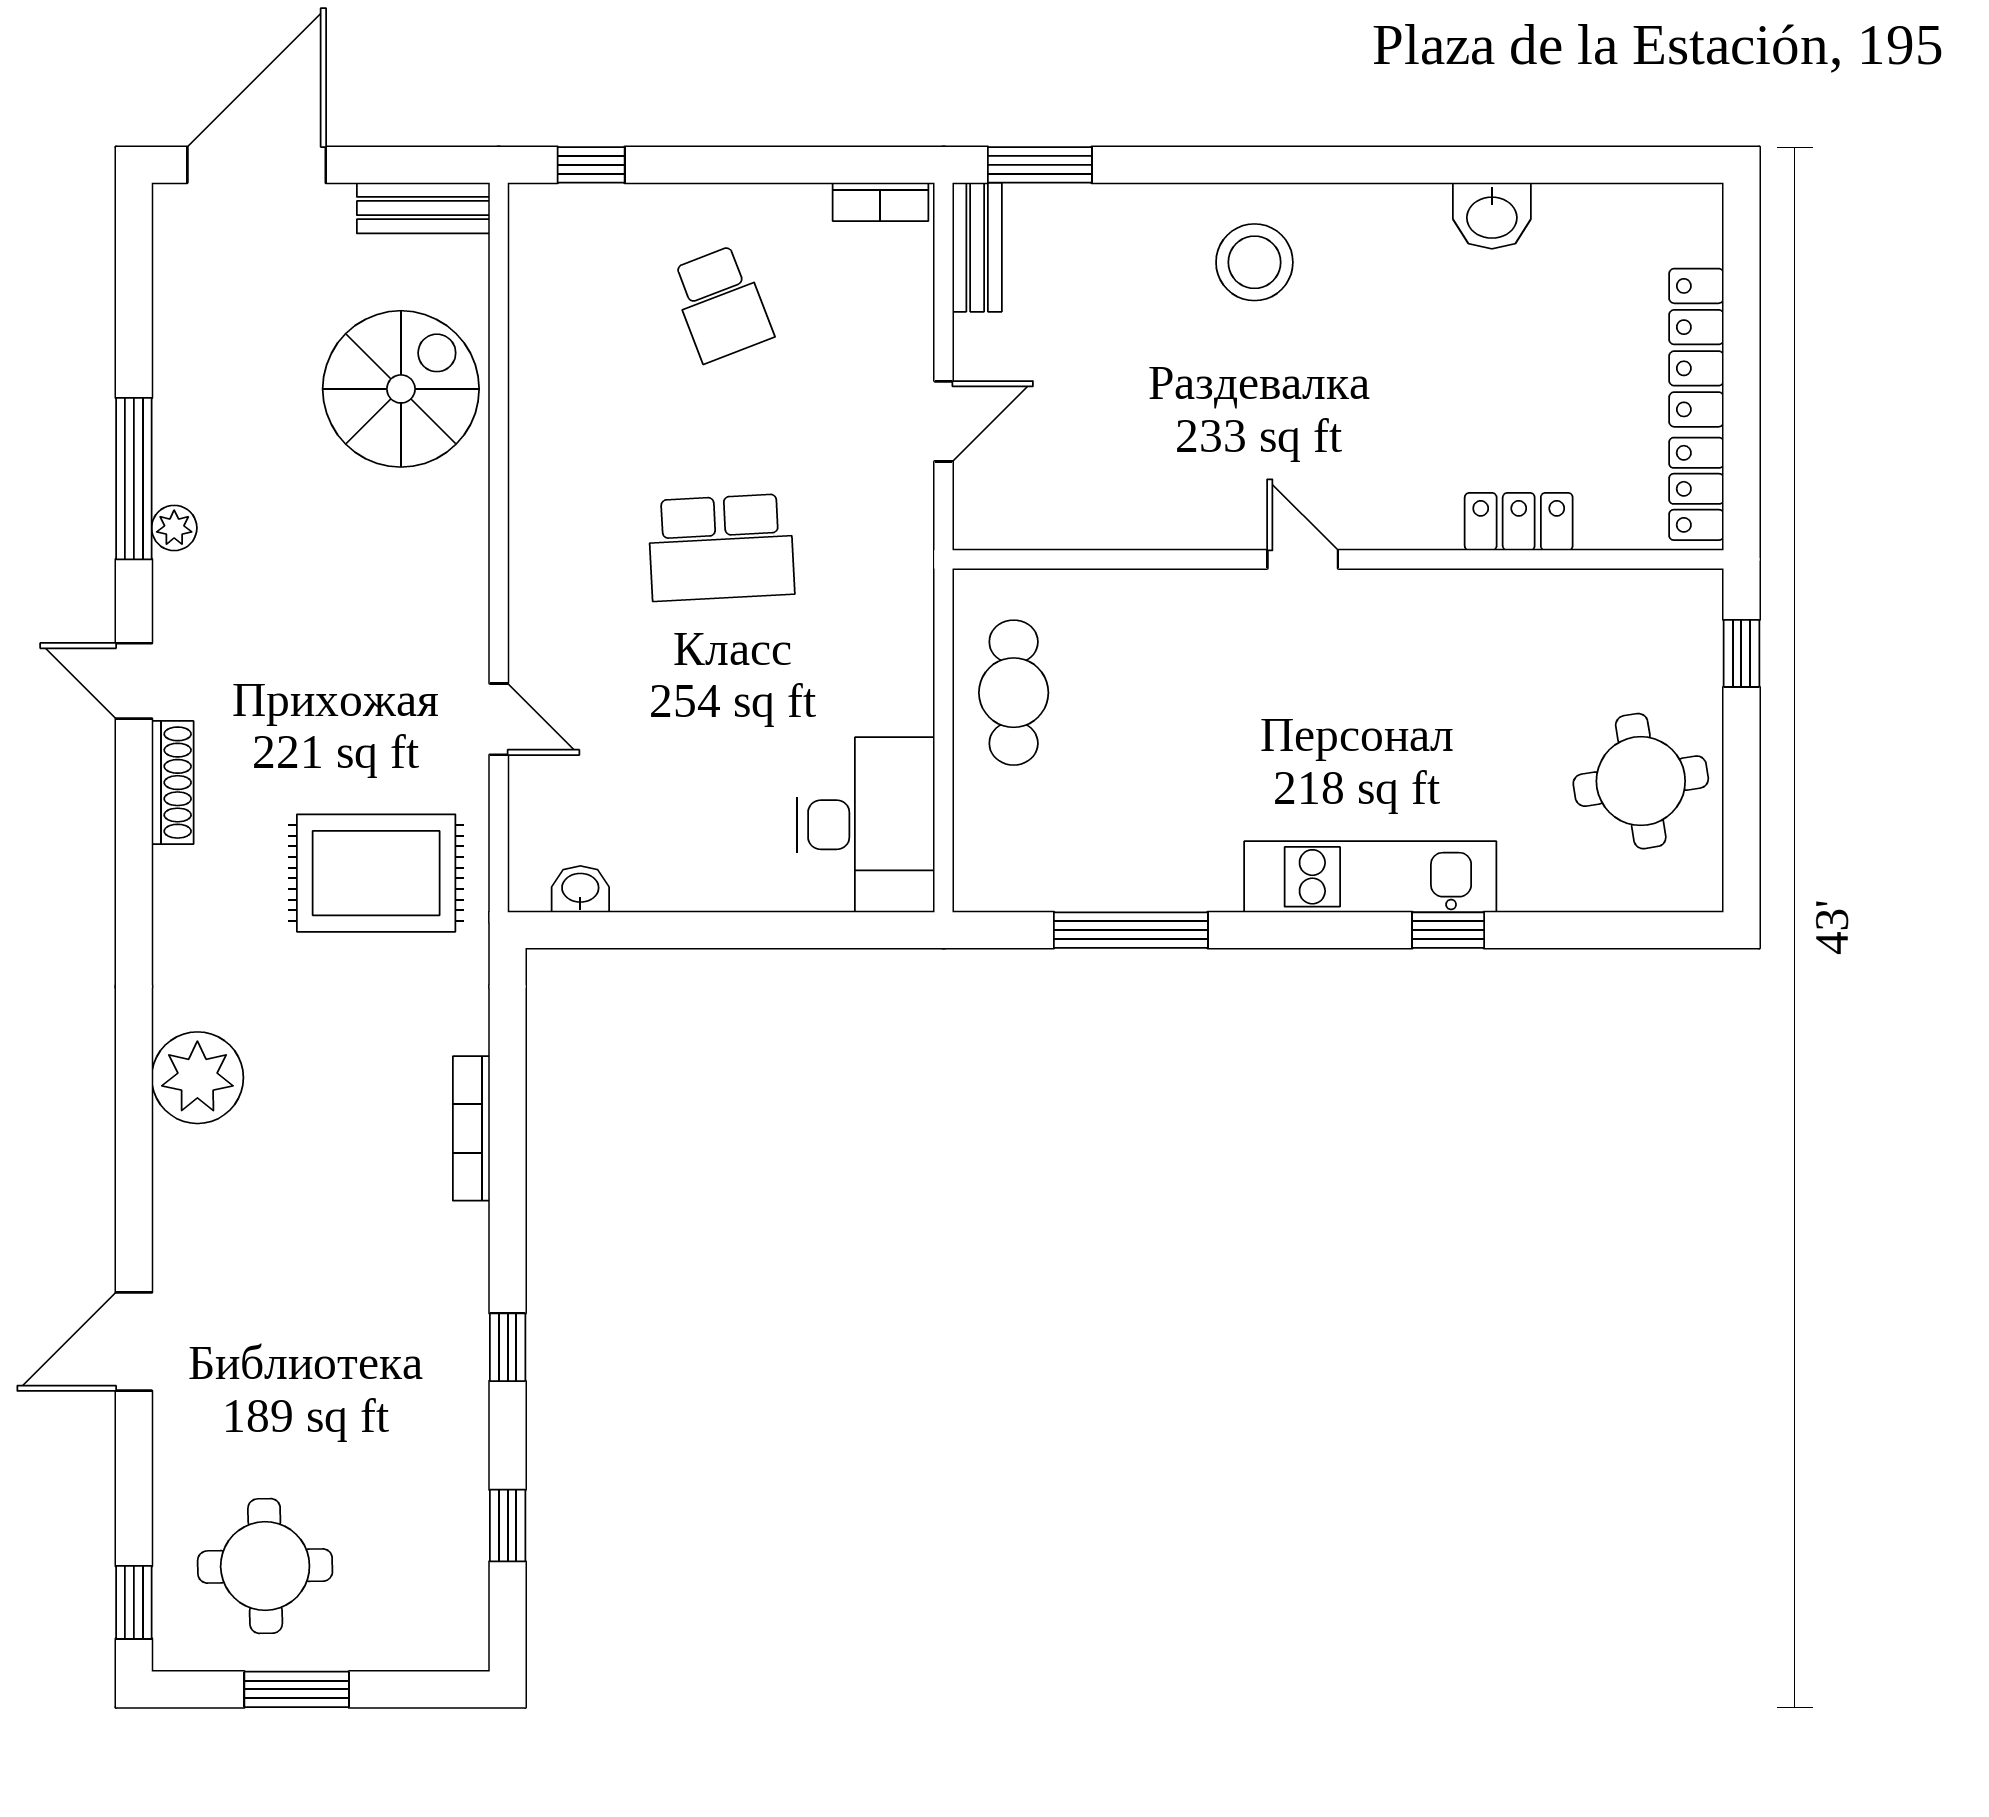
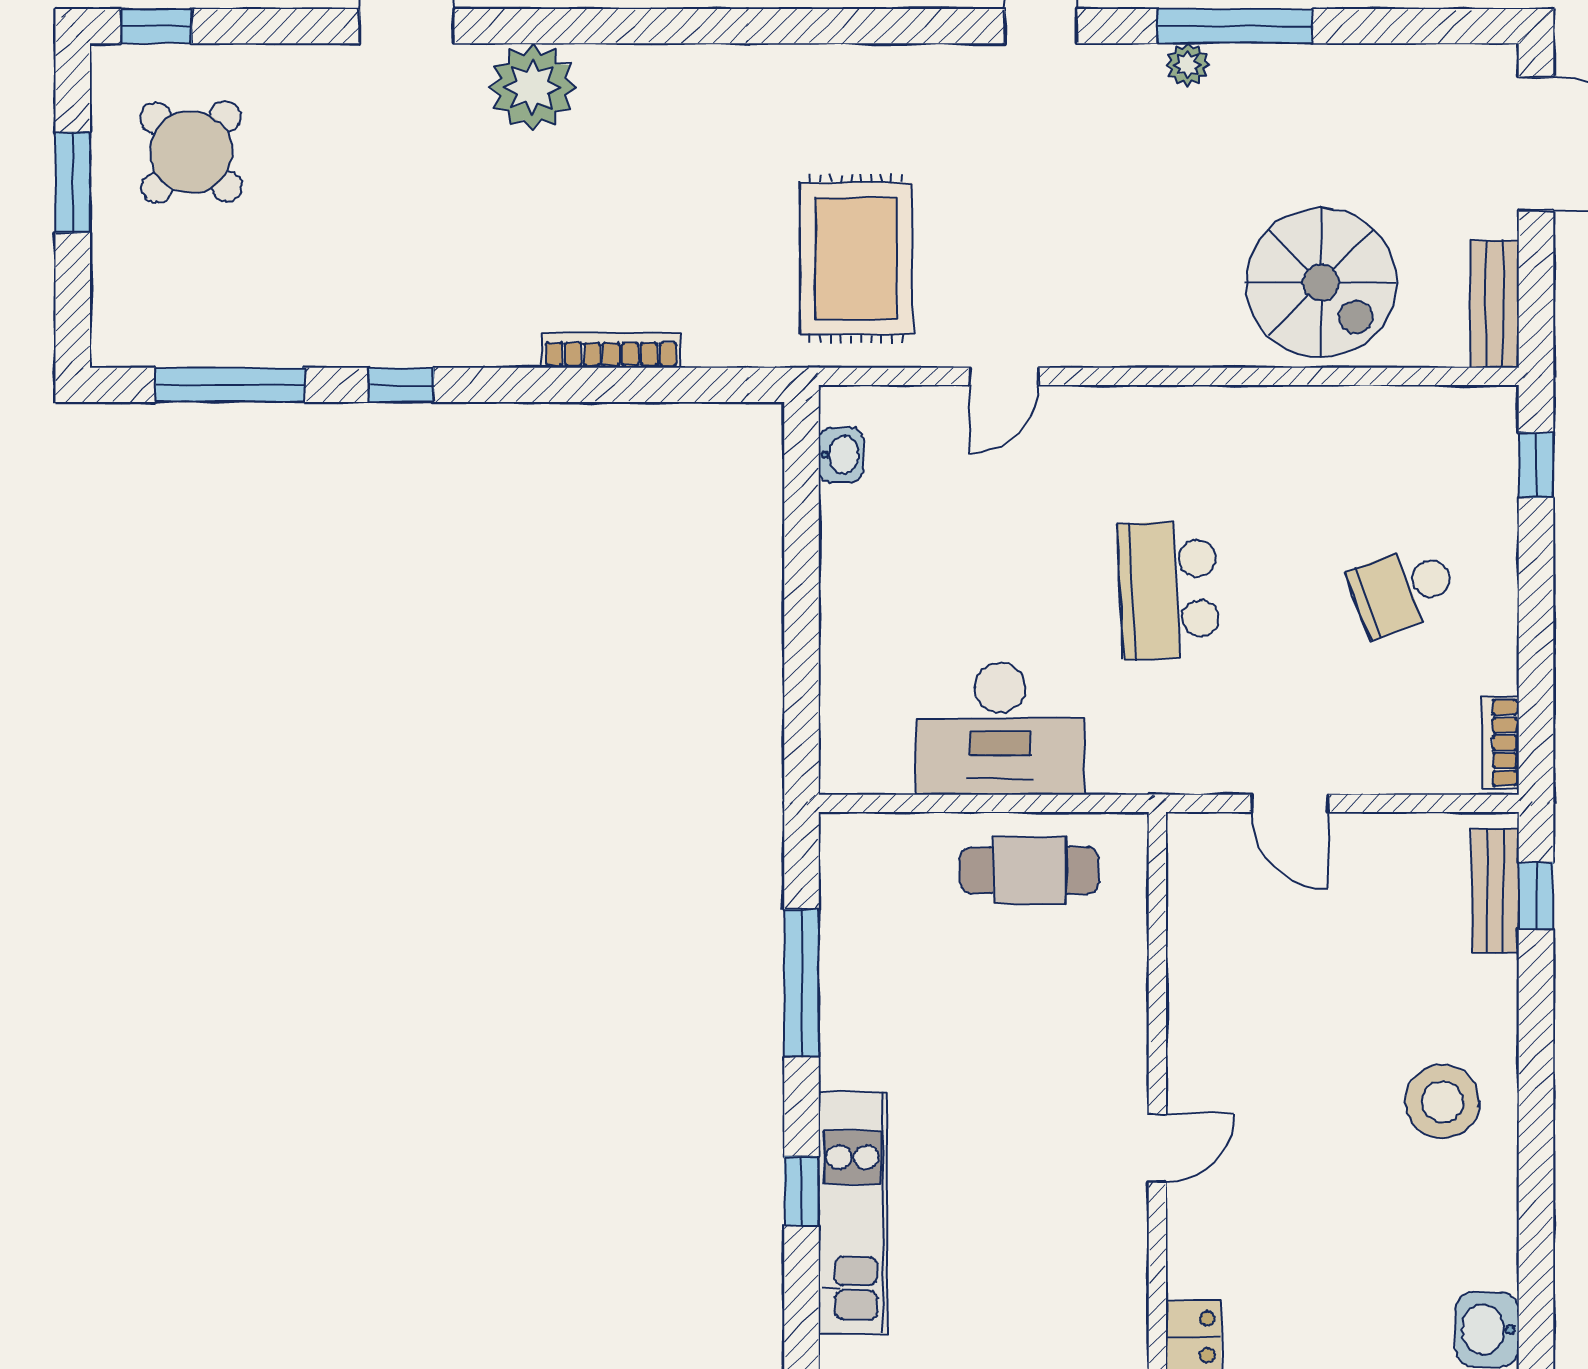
window: (1040, 165) -> (1536, 896), width x0.67
bench: (977, 247) -> (1495, 891), moved, turned 90
shoe rack: (173, 783) -> (943, 63), removed
desk: (866, 825) -> (1000, 729), moved
window: (1448, 930) -> (802, 1191), moved
plant: (197, 1078) -> (532, 87), moved
window: (508, 1526) -> (230, 385), width x2.17
round table: (265, 1566) -> (191, 152), turned 45

